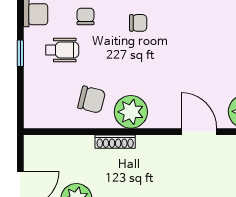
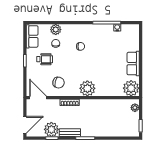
plant: (131, 112) -> (87, 88), moved
door: (199, 132) -> (38, 98), moved

